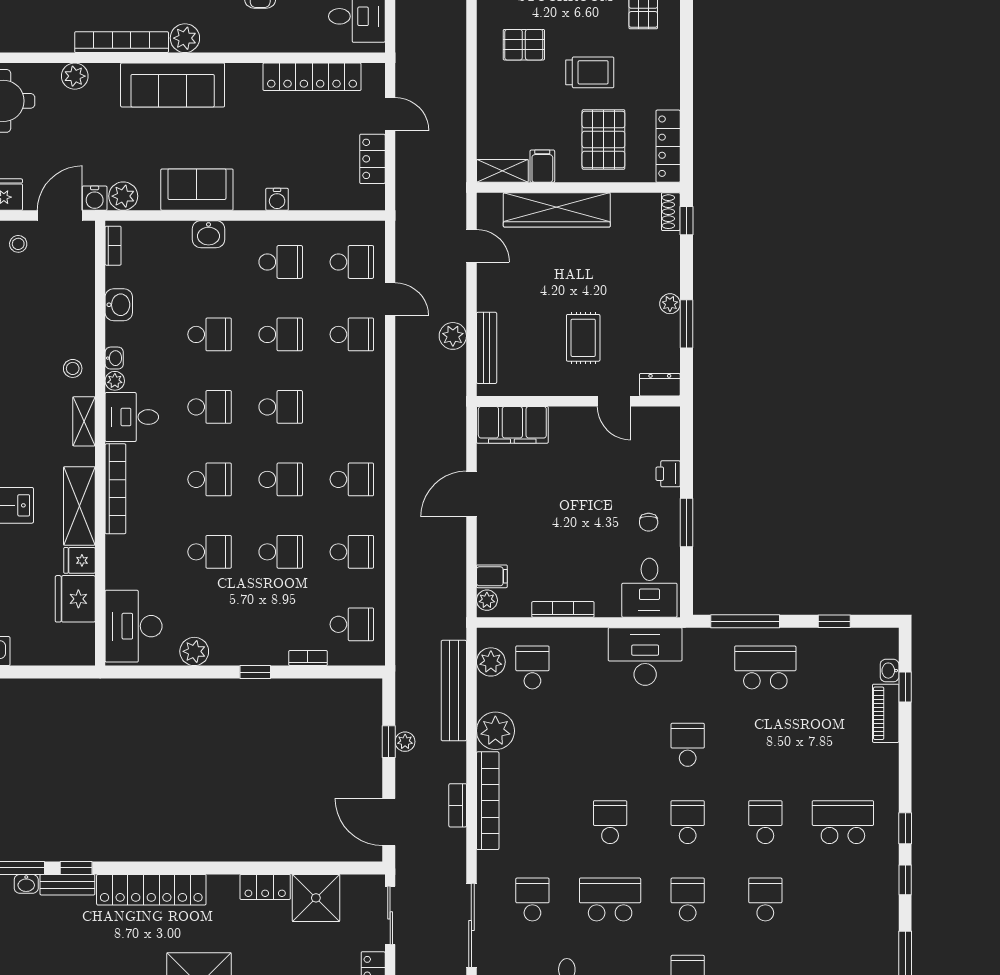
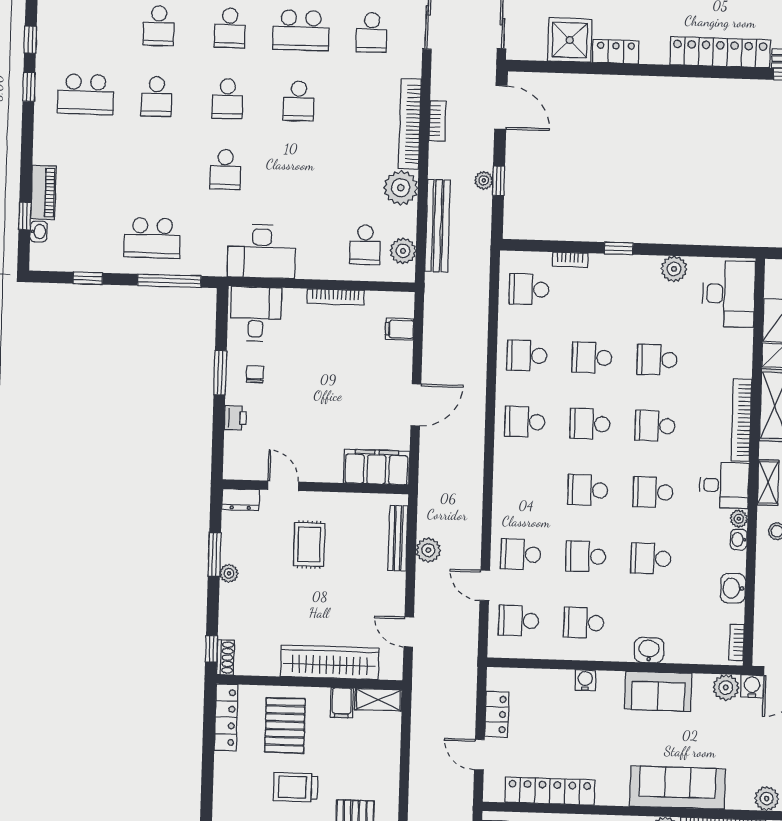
plant: (487, 600) -> (405, 307), removed

